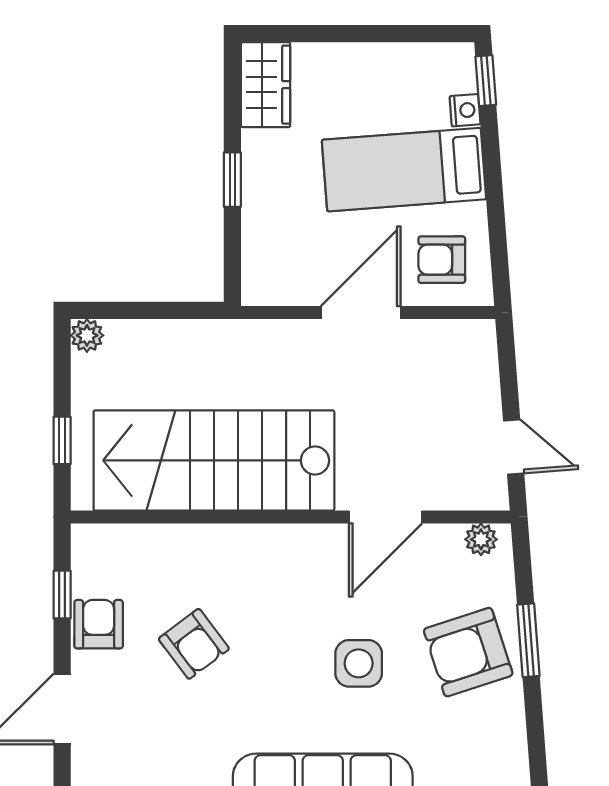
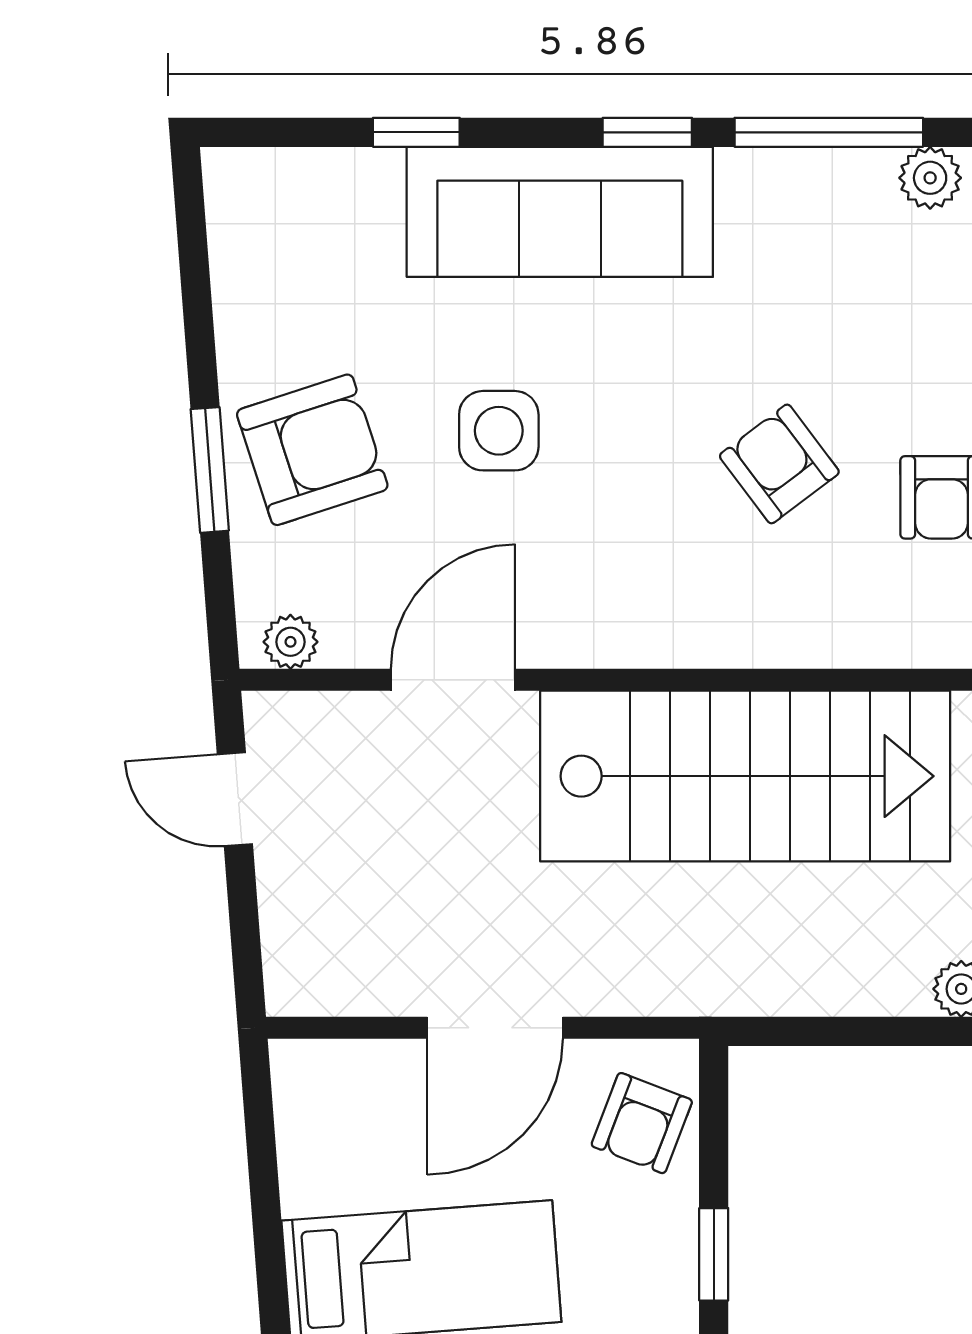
armchair: (442, 260) -> (642, 1123), moved, turned 111

